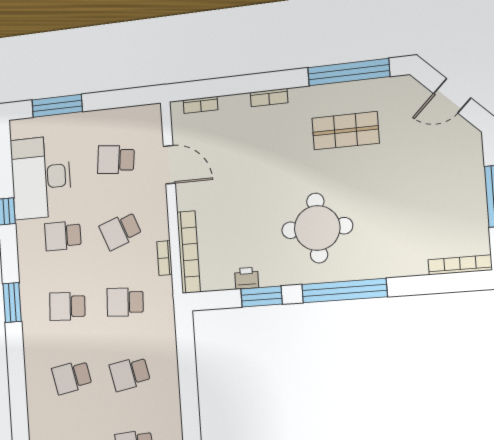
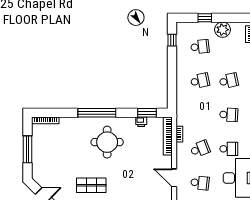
window: (262, 297) -> (147, 113), moved
school desk: (125, 302) -> (200, 115), removed

